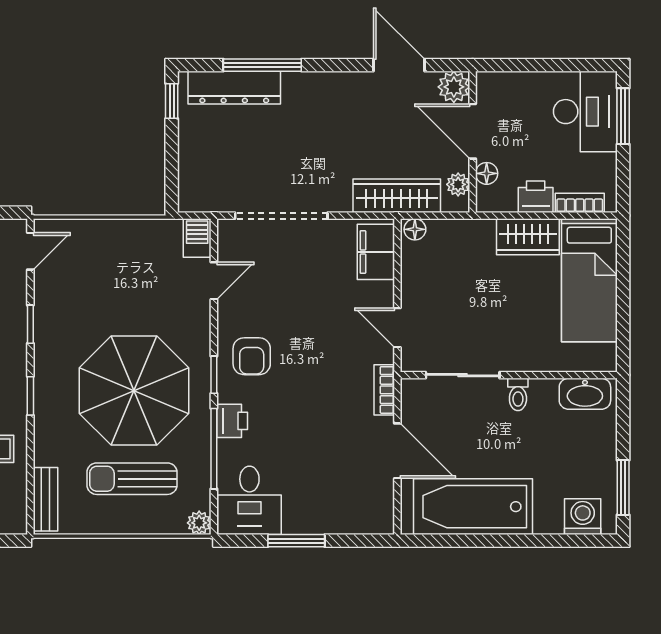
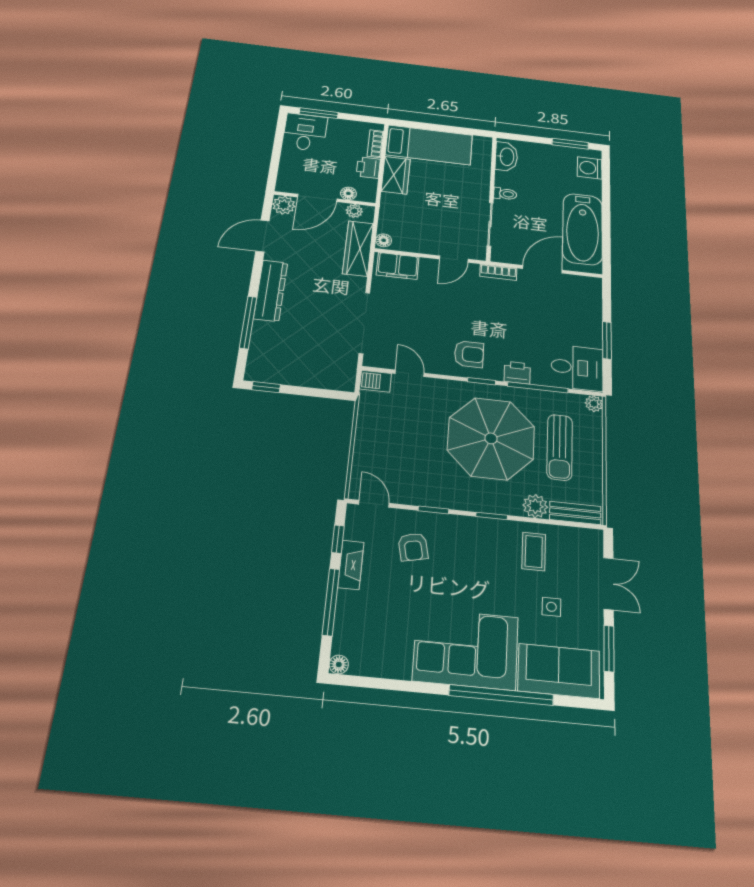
dresser: (234, 88) -> (271, 291), moved
desk: (585, 112) -> (305, 132), width x0.73
plant: (49, 449) -> (535, 506), added

